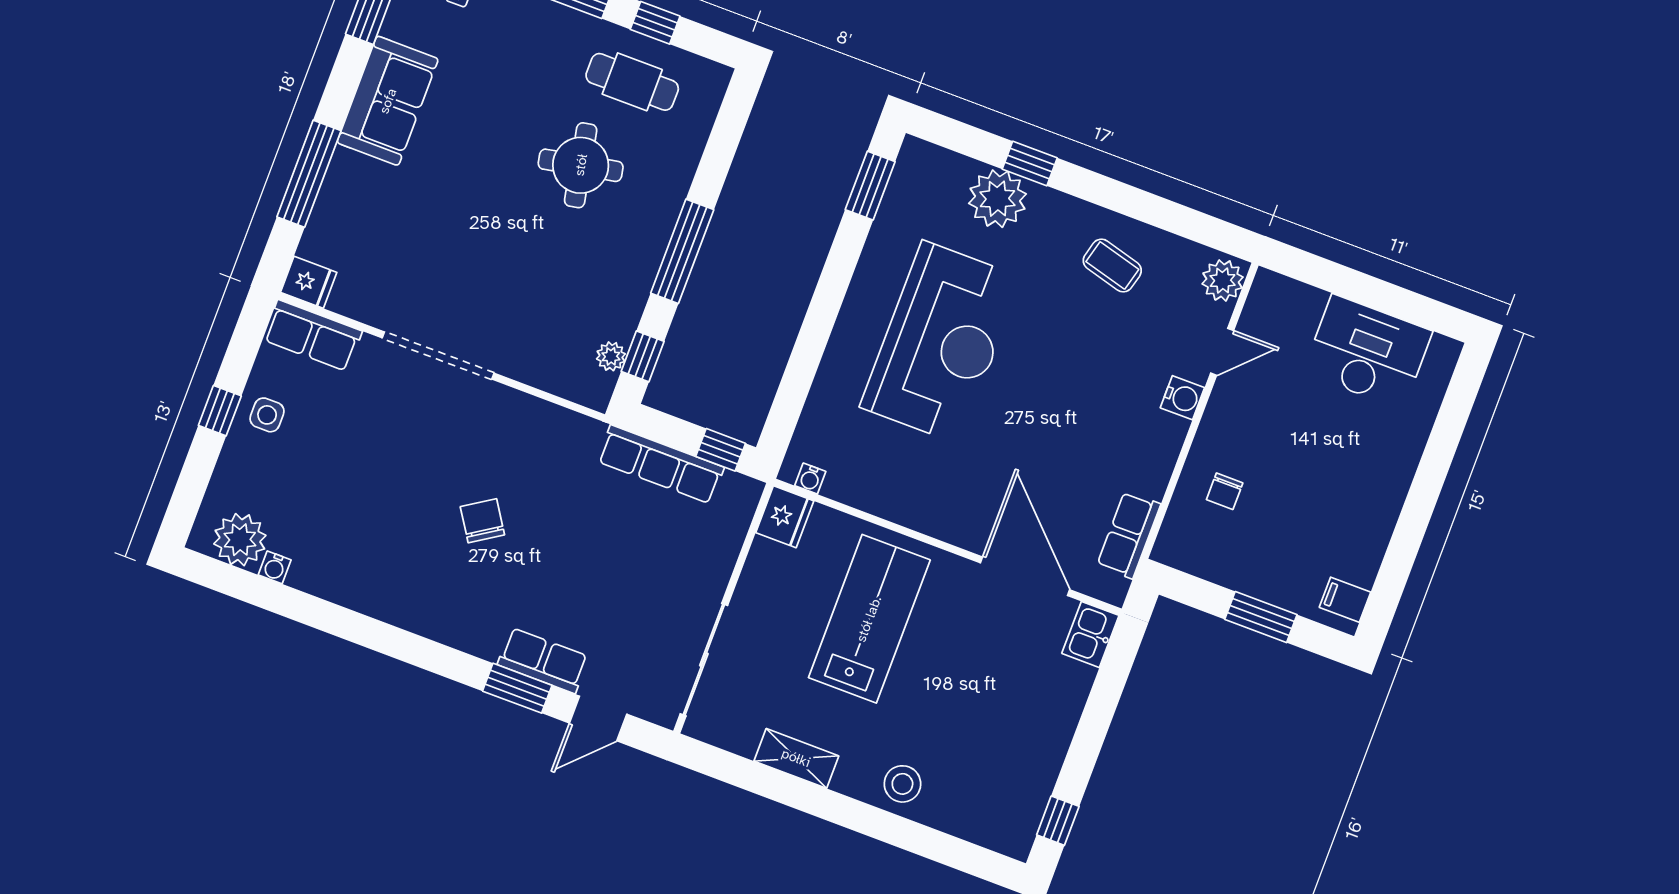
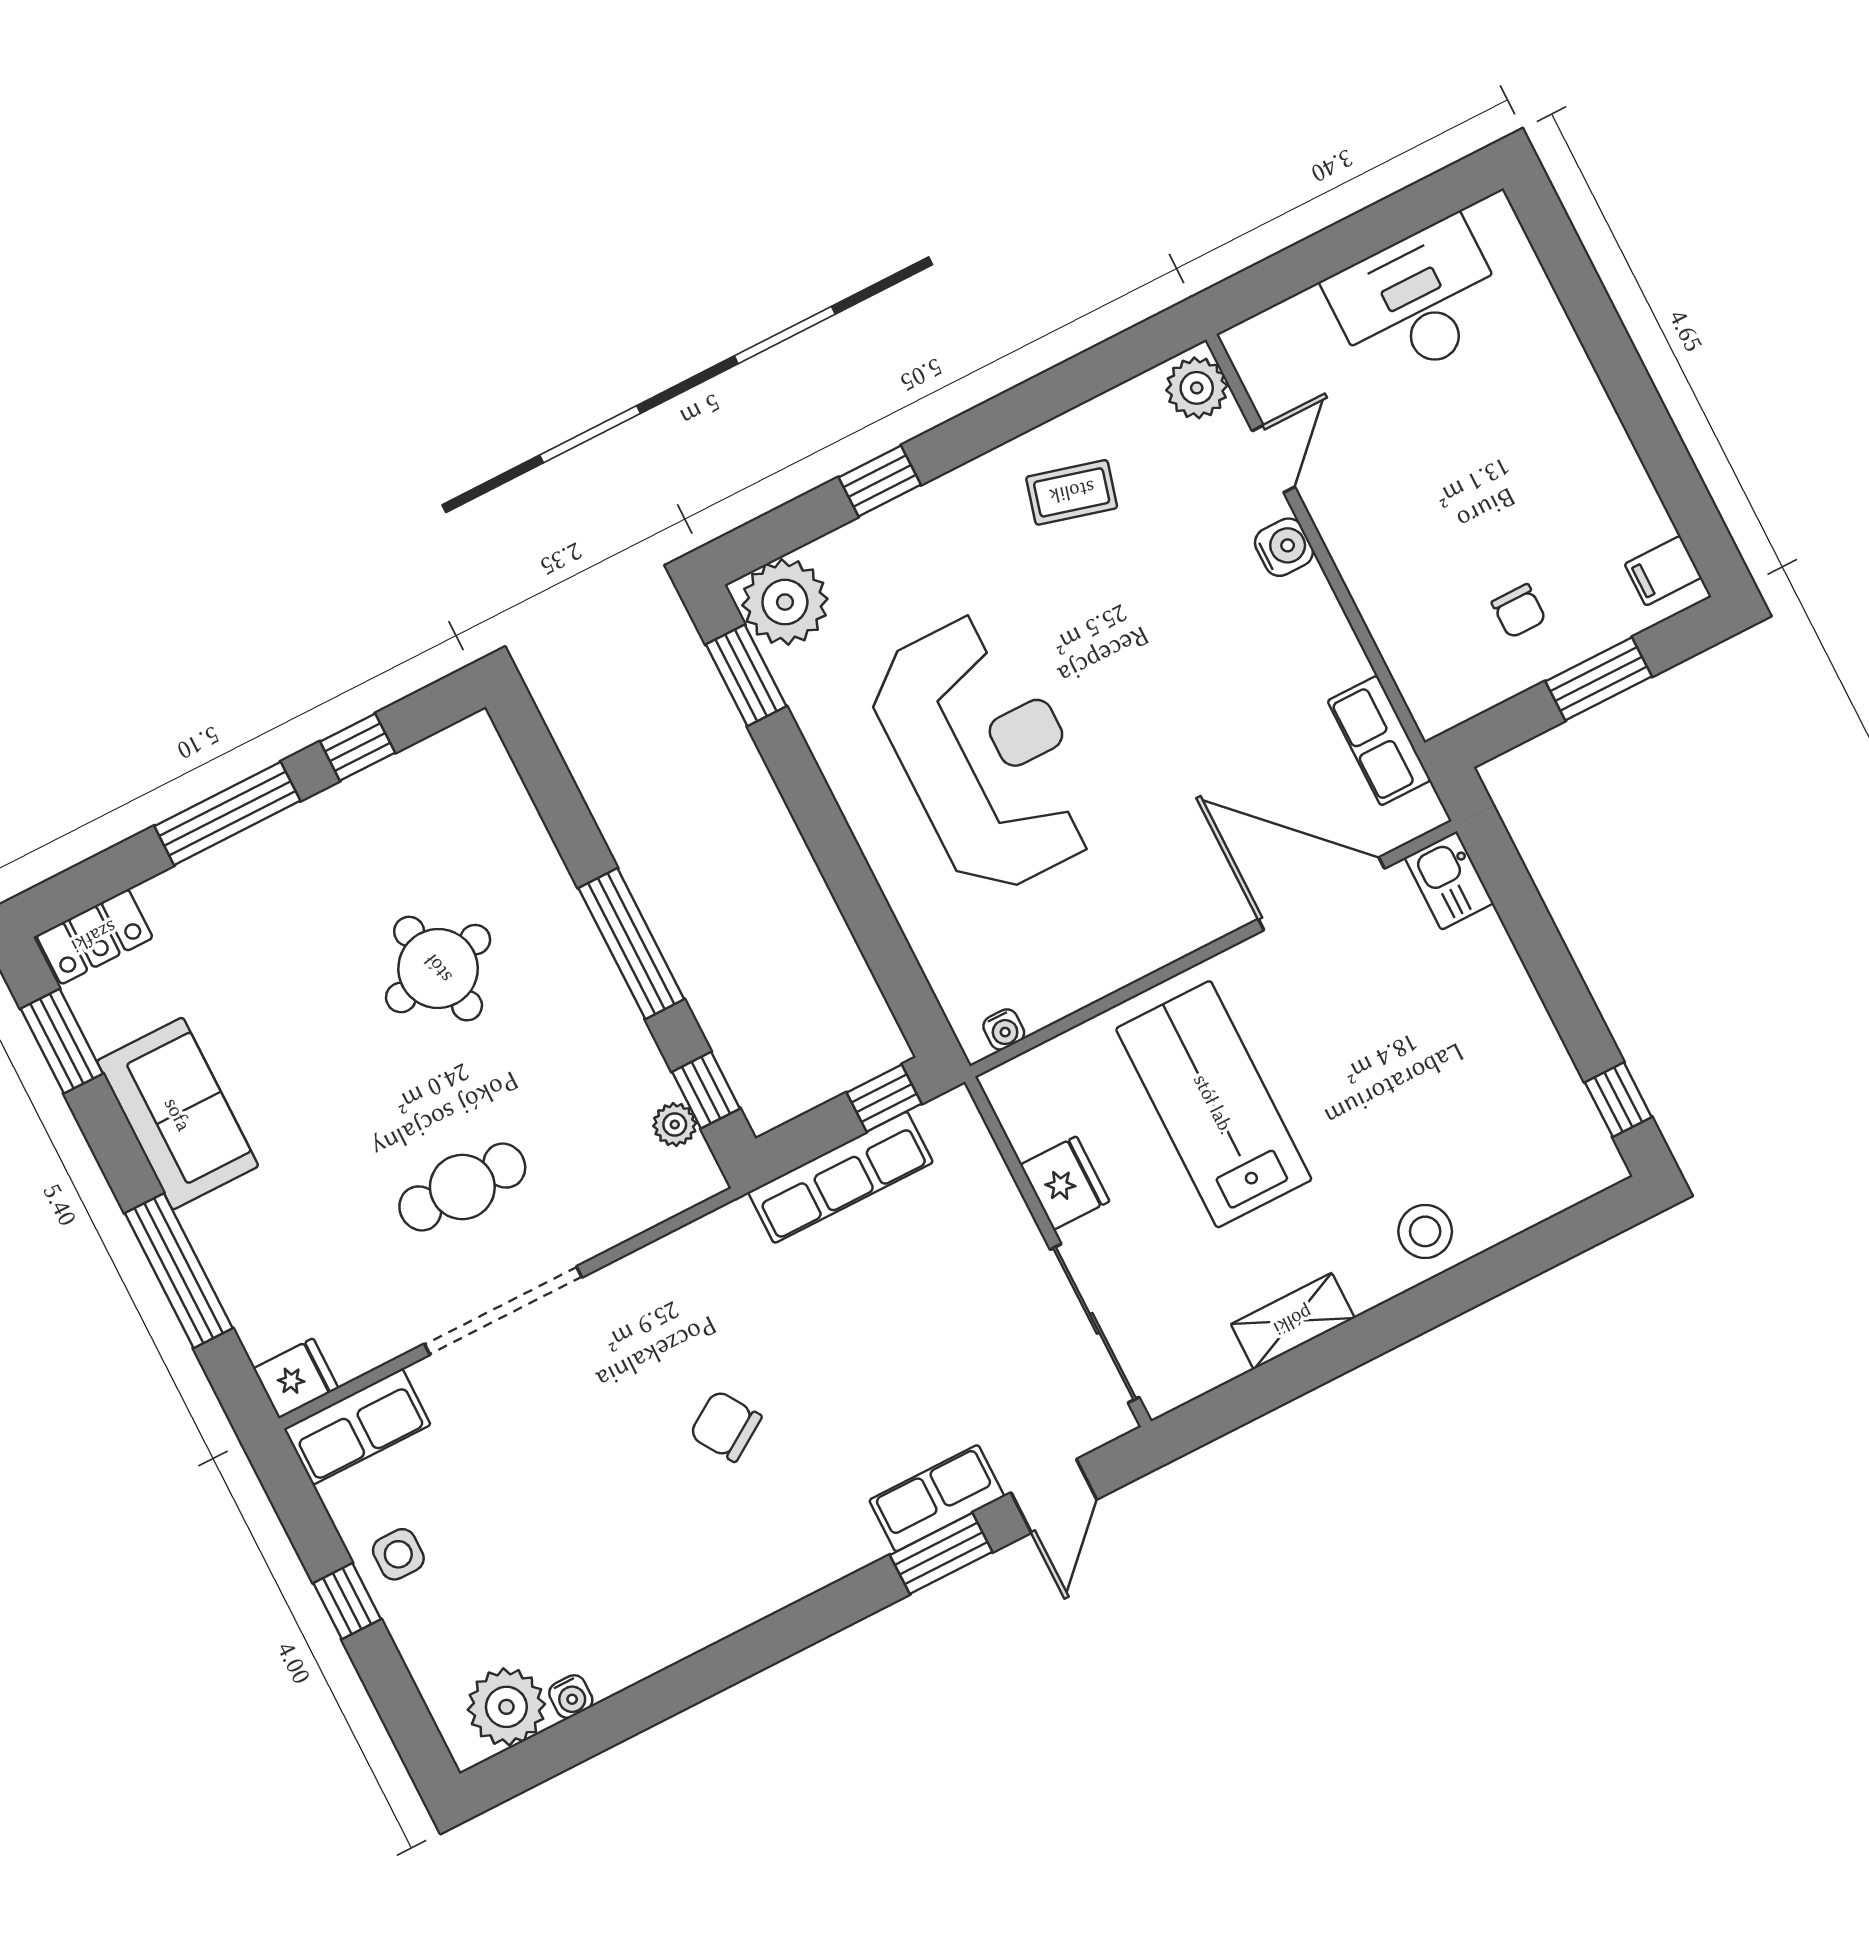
cafe table: (632, 82) -> (462, 1187), moved
plant: (997, 199) -> (785, 602), moved
chair: (1225, 491) -> (1519, 611), moved
fridge: (785, 517) -> (1065, 1183), moved

